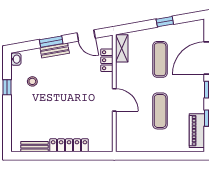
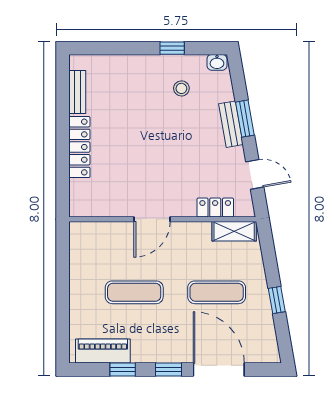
door: (86, 36) -> (255, 174), swing flipped

